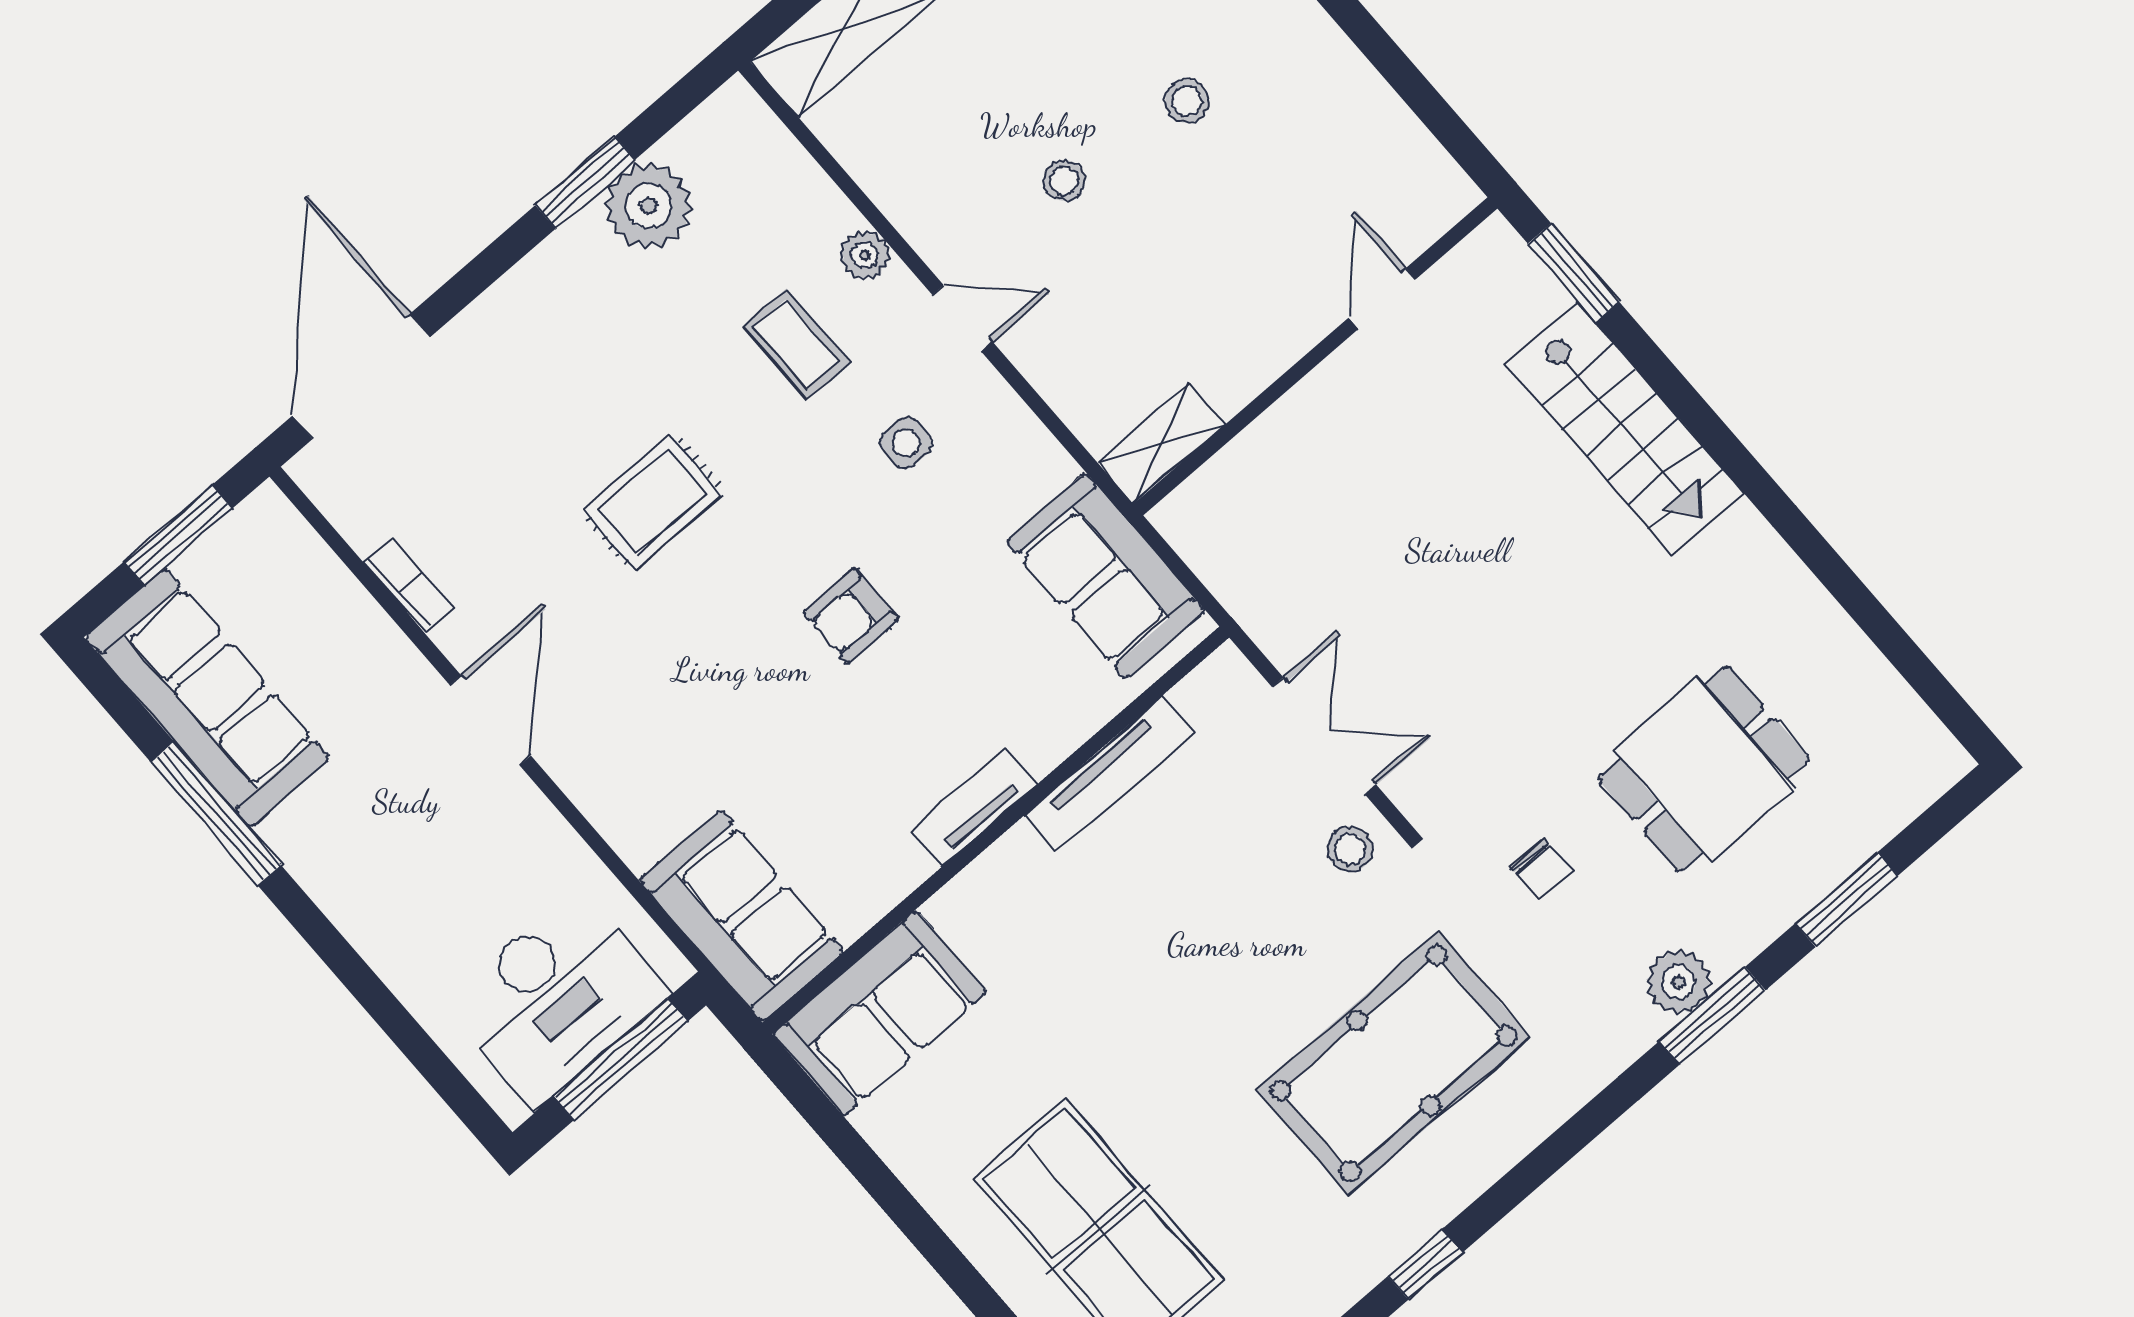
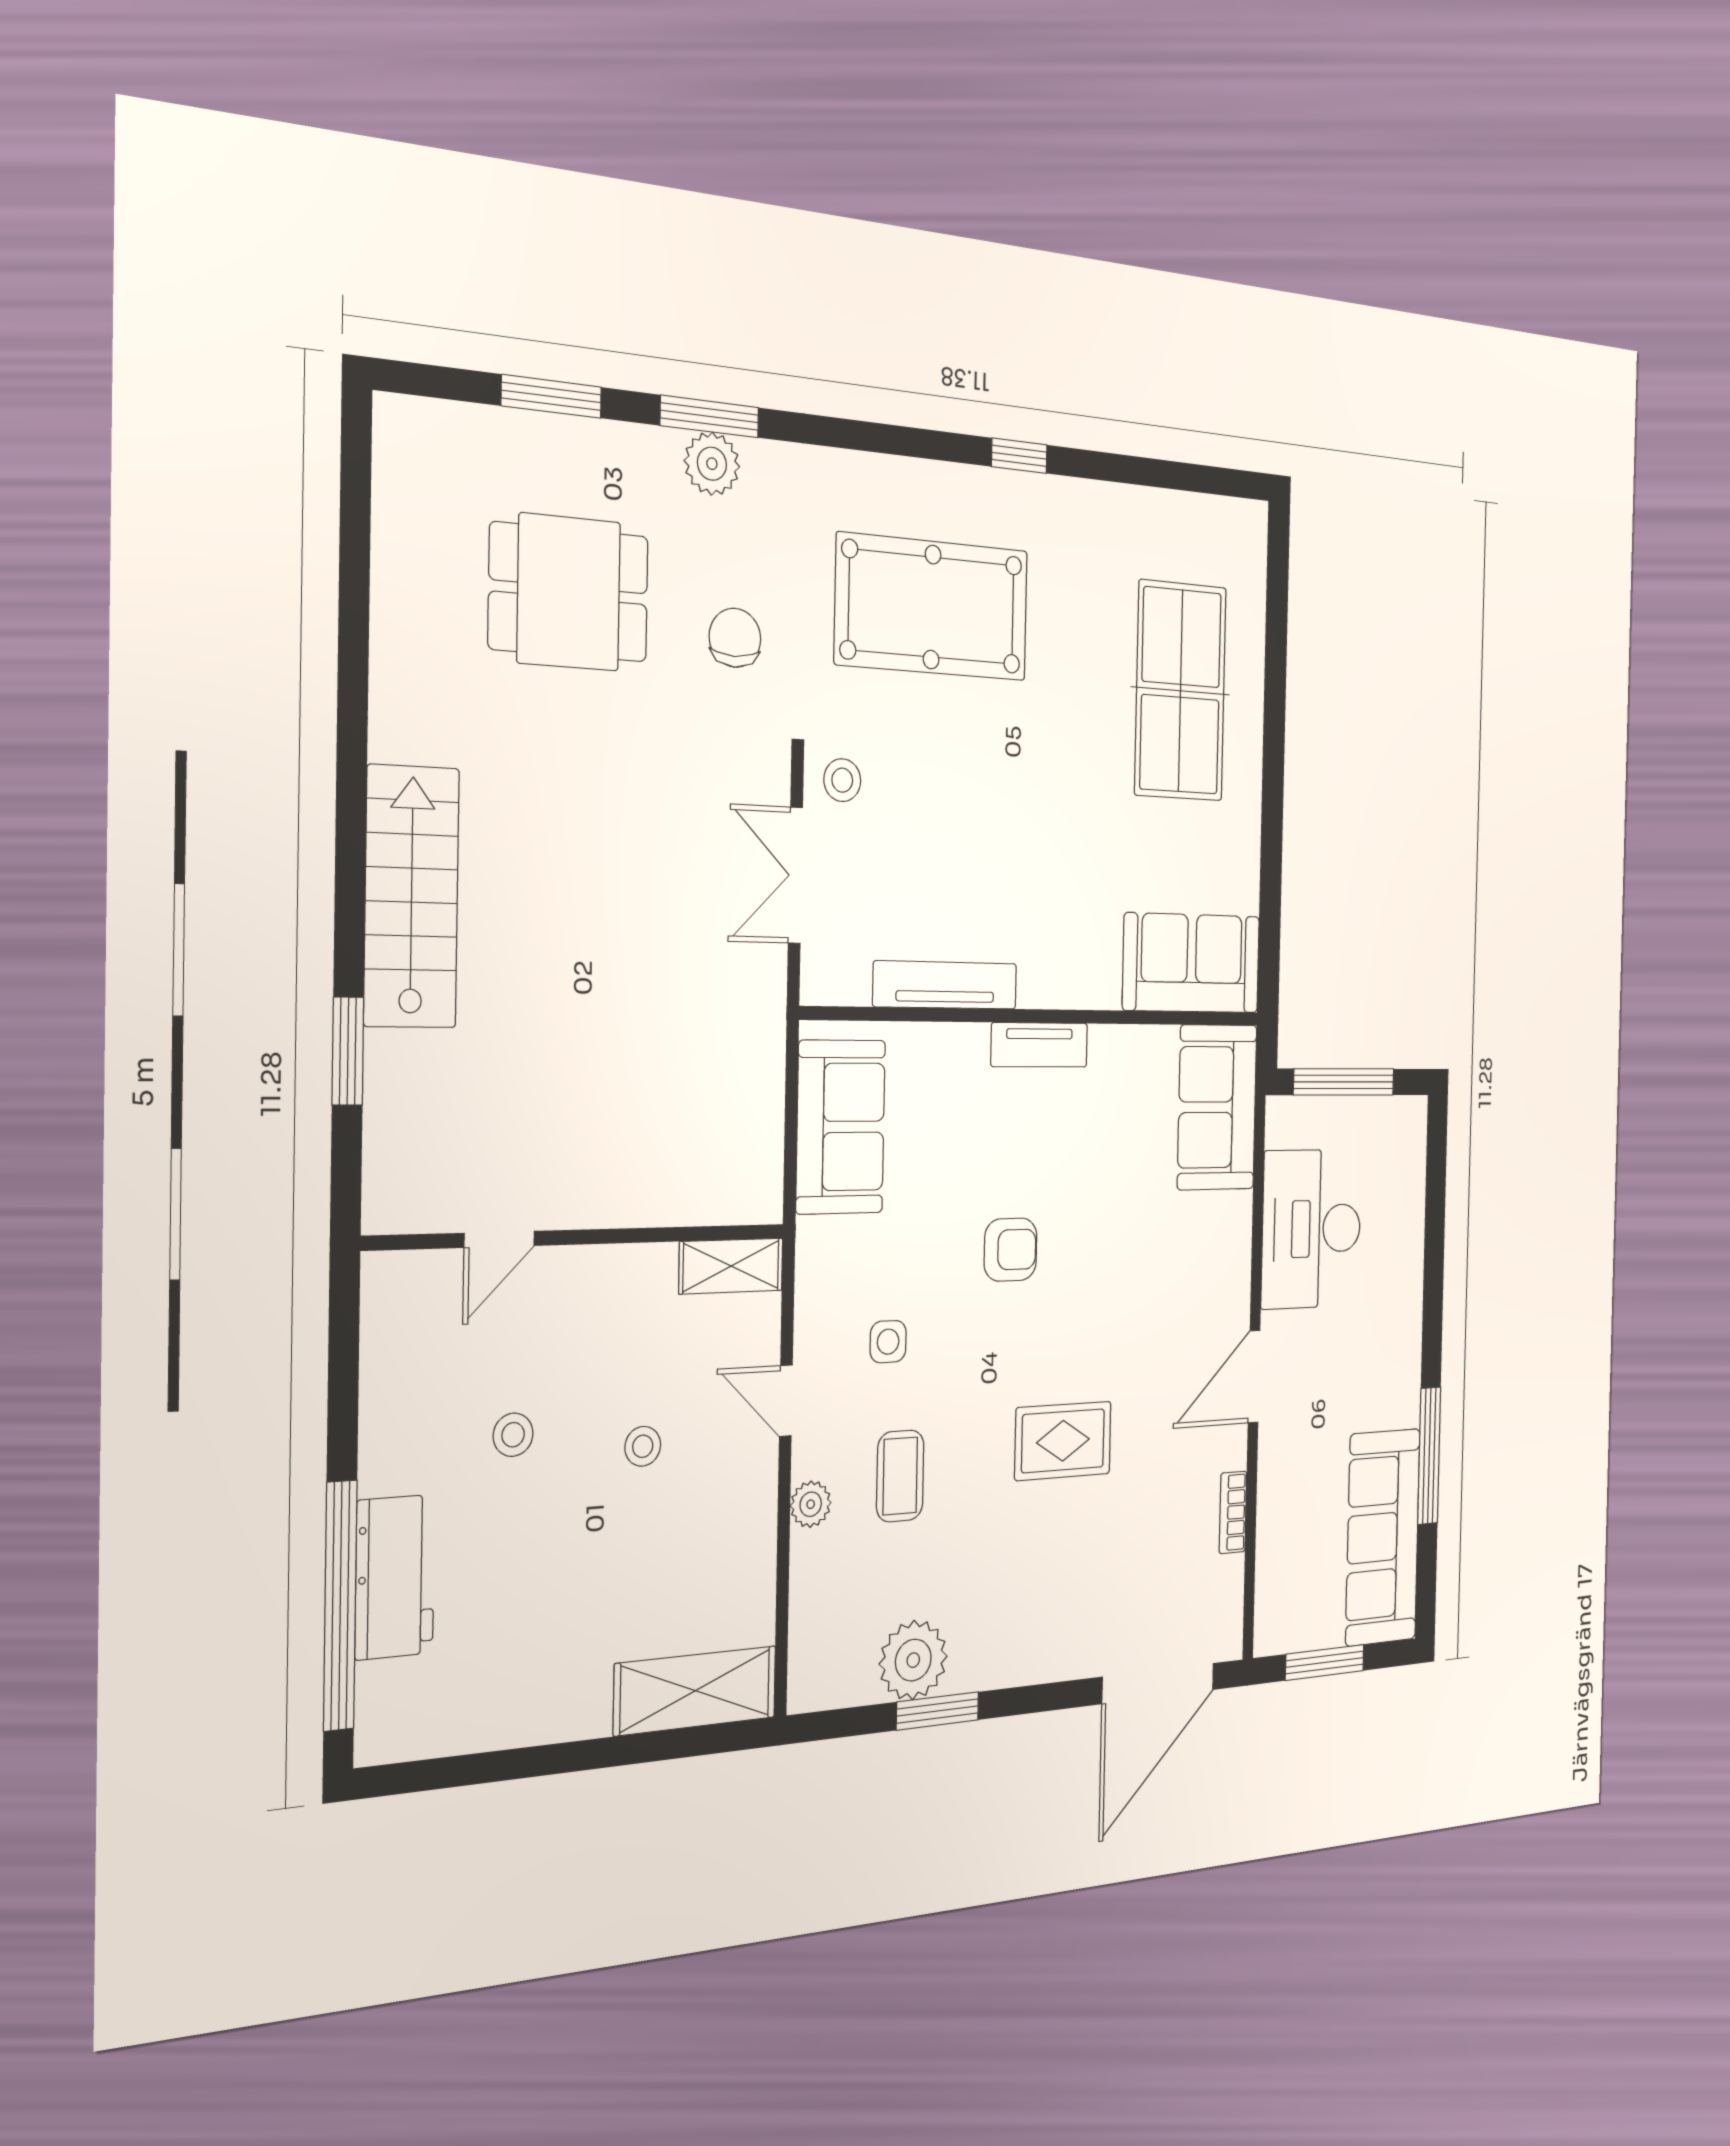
door: (1382, 299) -> (499, 1239), moved
wall: (1315, 356) -> (580, 1237), moved
shelving: (1161, 444) -> (731, 1266), moved
chair: (1541, 869) -> (735, 638), width x1.37, depth x1.37
desk: (556, 998) -> (1312, 1229), moved, turned -90

